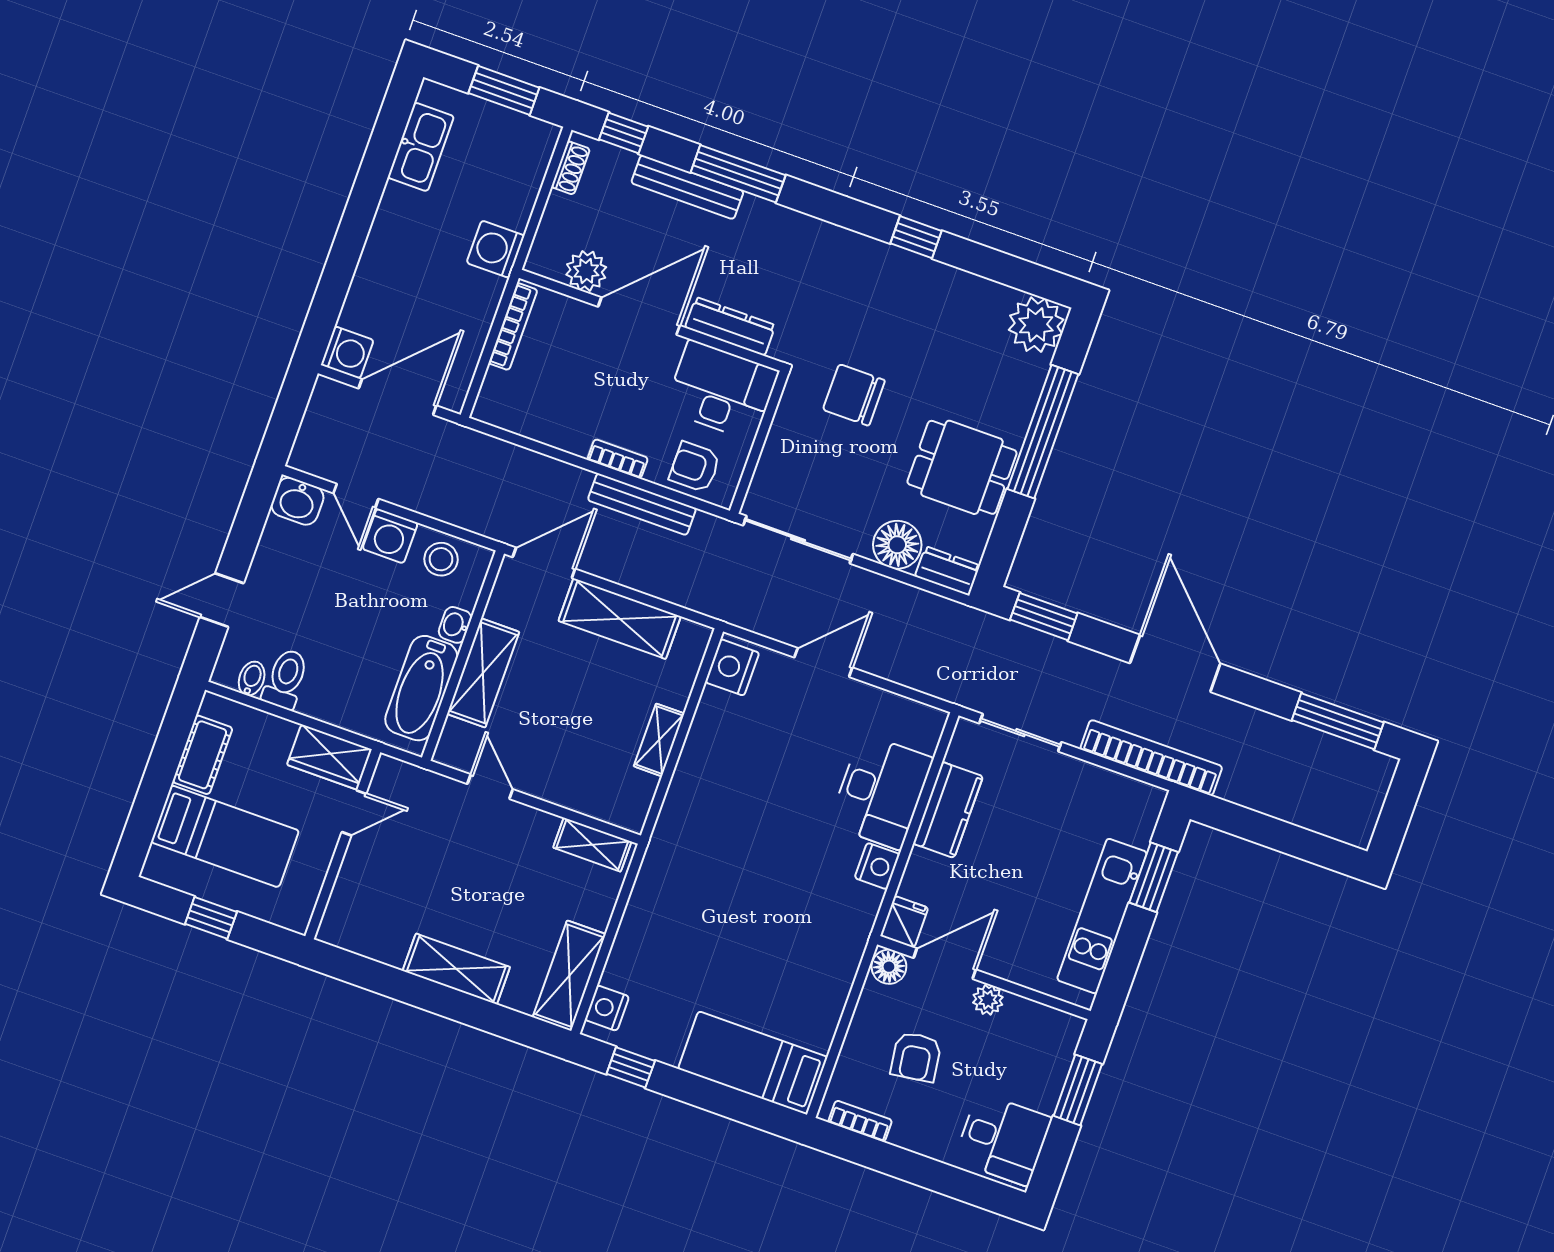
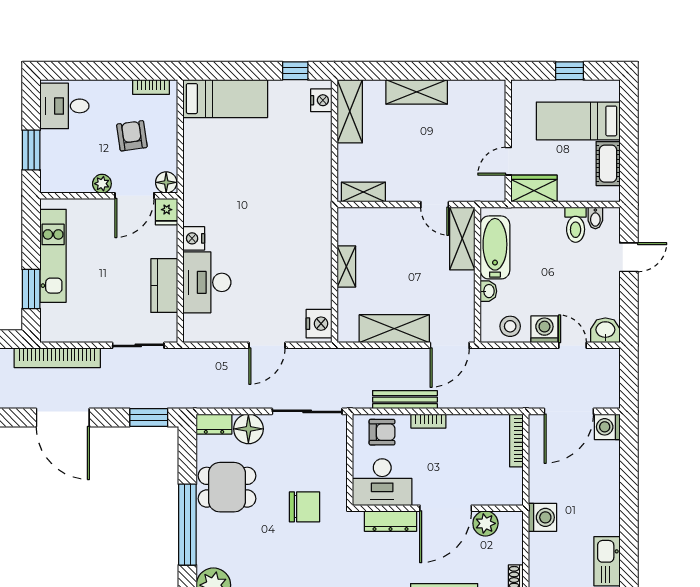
bookcase: (513, 327) -> (516, 440), moved
shelving: (483, 673) -> (462, 239), moved

